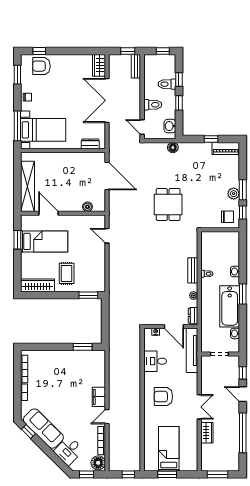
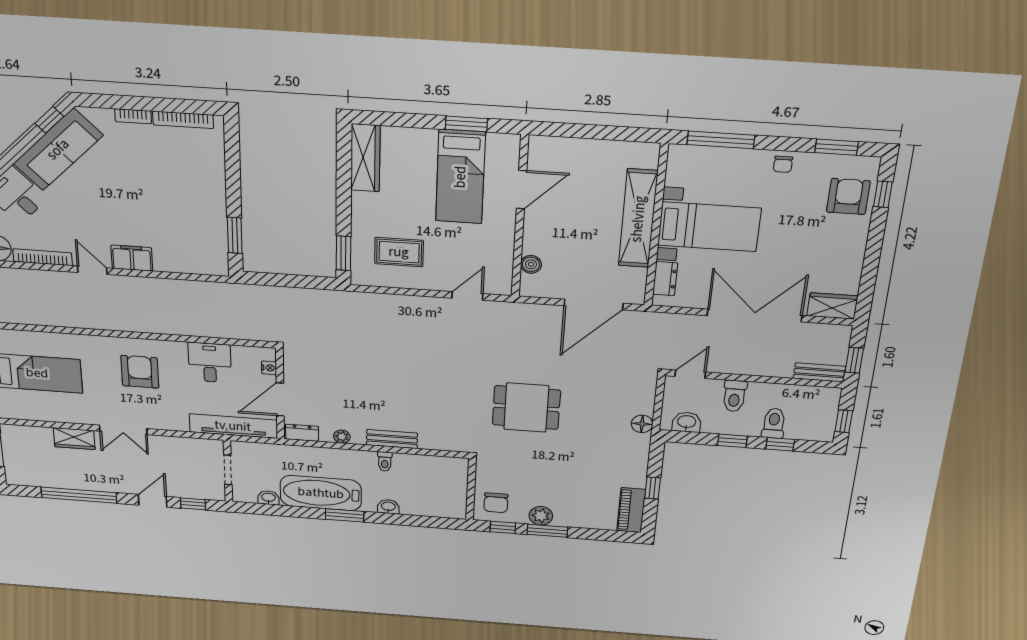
bed with nightstands: (43, 130) -> (709, 227), moved, turned -90
shelving: (28, 186) -> (638, 219), moved, turned 90
rug: (67, 273) -> (399, 252), moved

